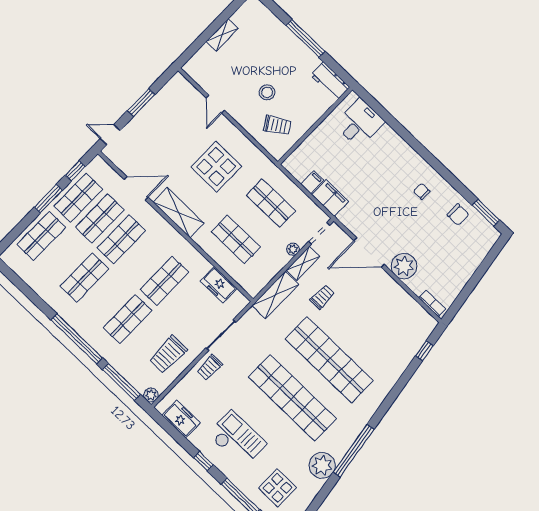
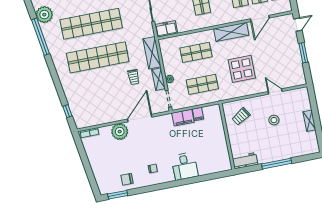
stool: (267, 92) -> (274, 120), moved
desk: (359, 123) -> (185, 166), moved
freezer: (219, 285) -> (166, 29), moved

